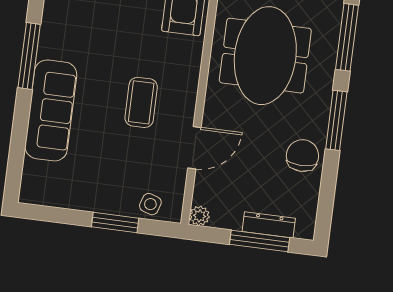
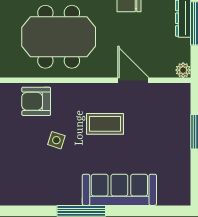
side table: (150, 204) -> (56, 140), moved

